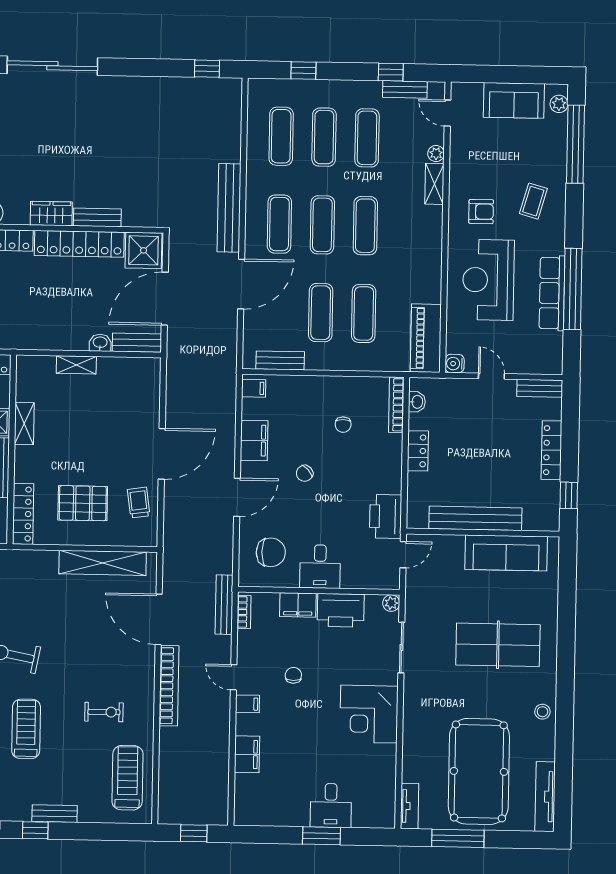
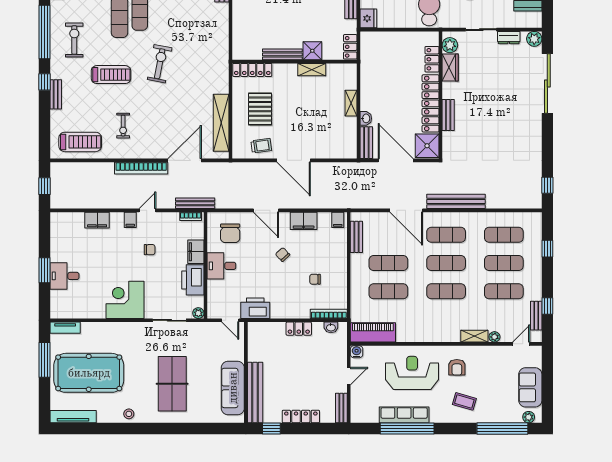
wardrobe: (51, 214) -> (450, 68), moved
bench: (475, 518) -> (255, 393), moved

